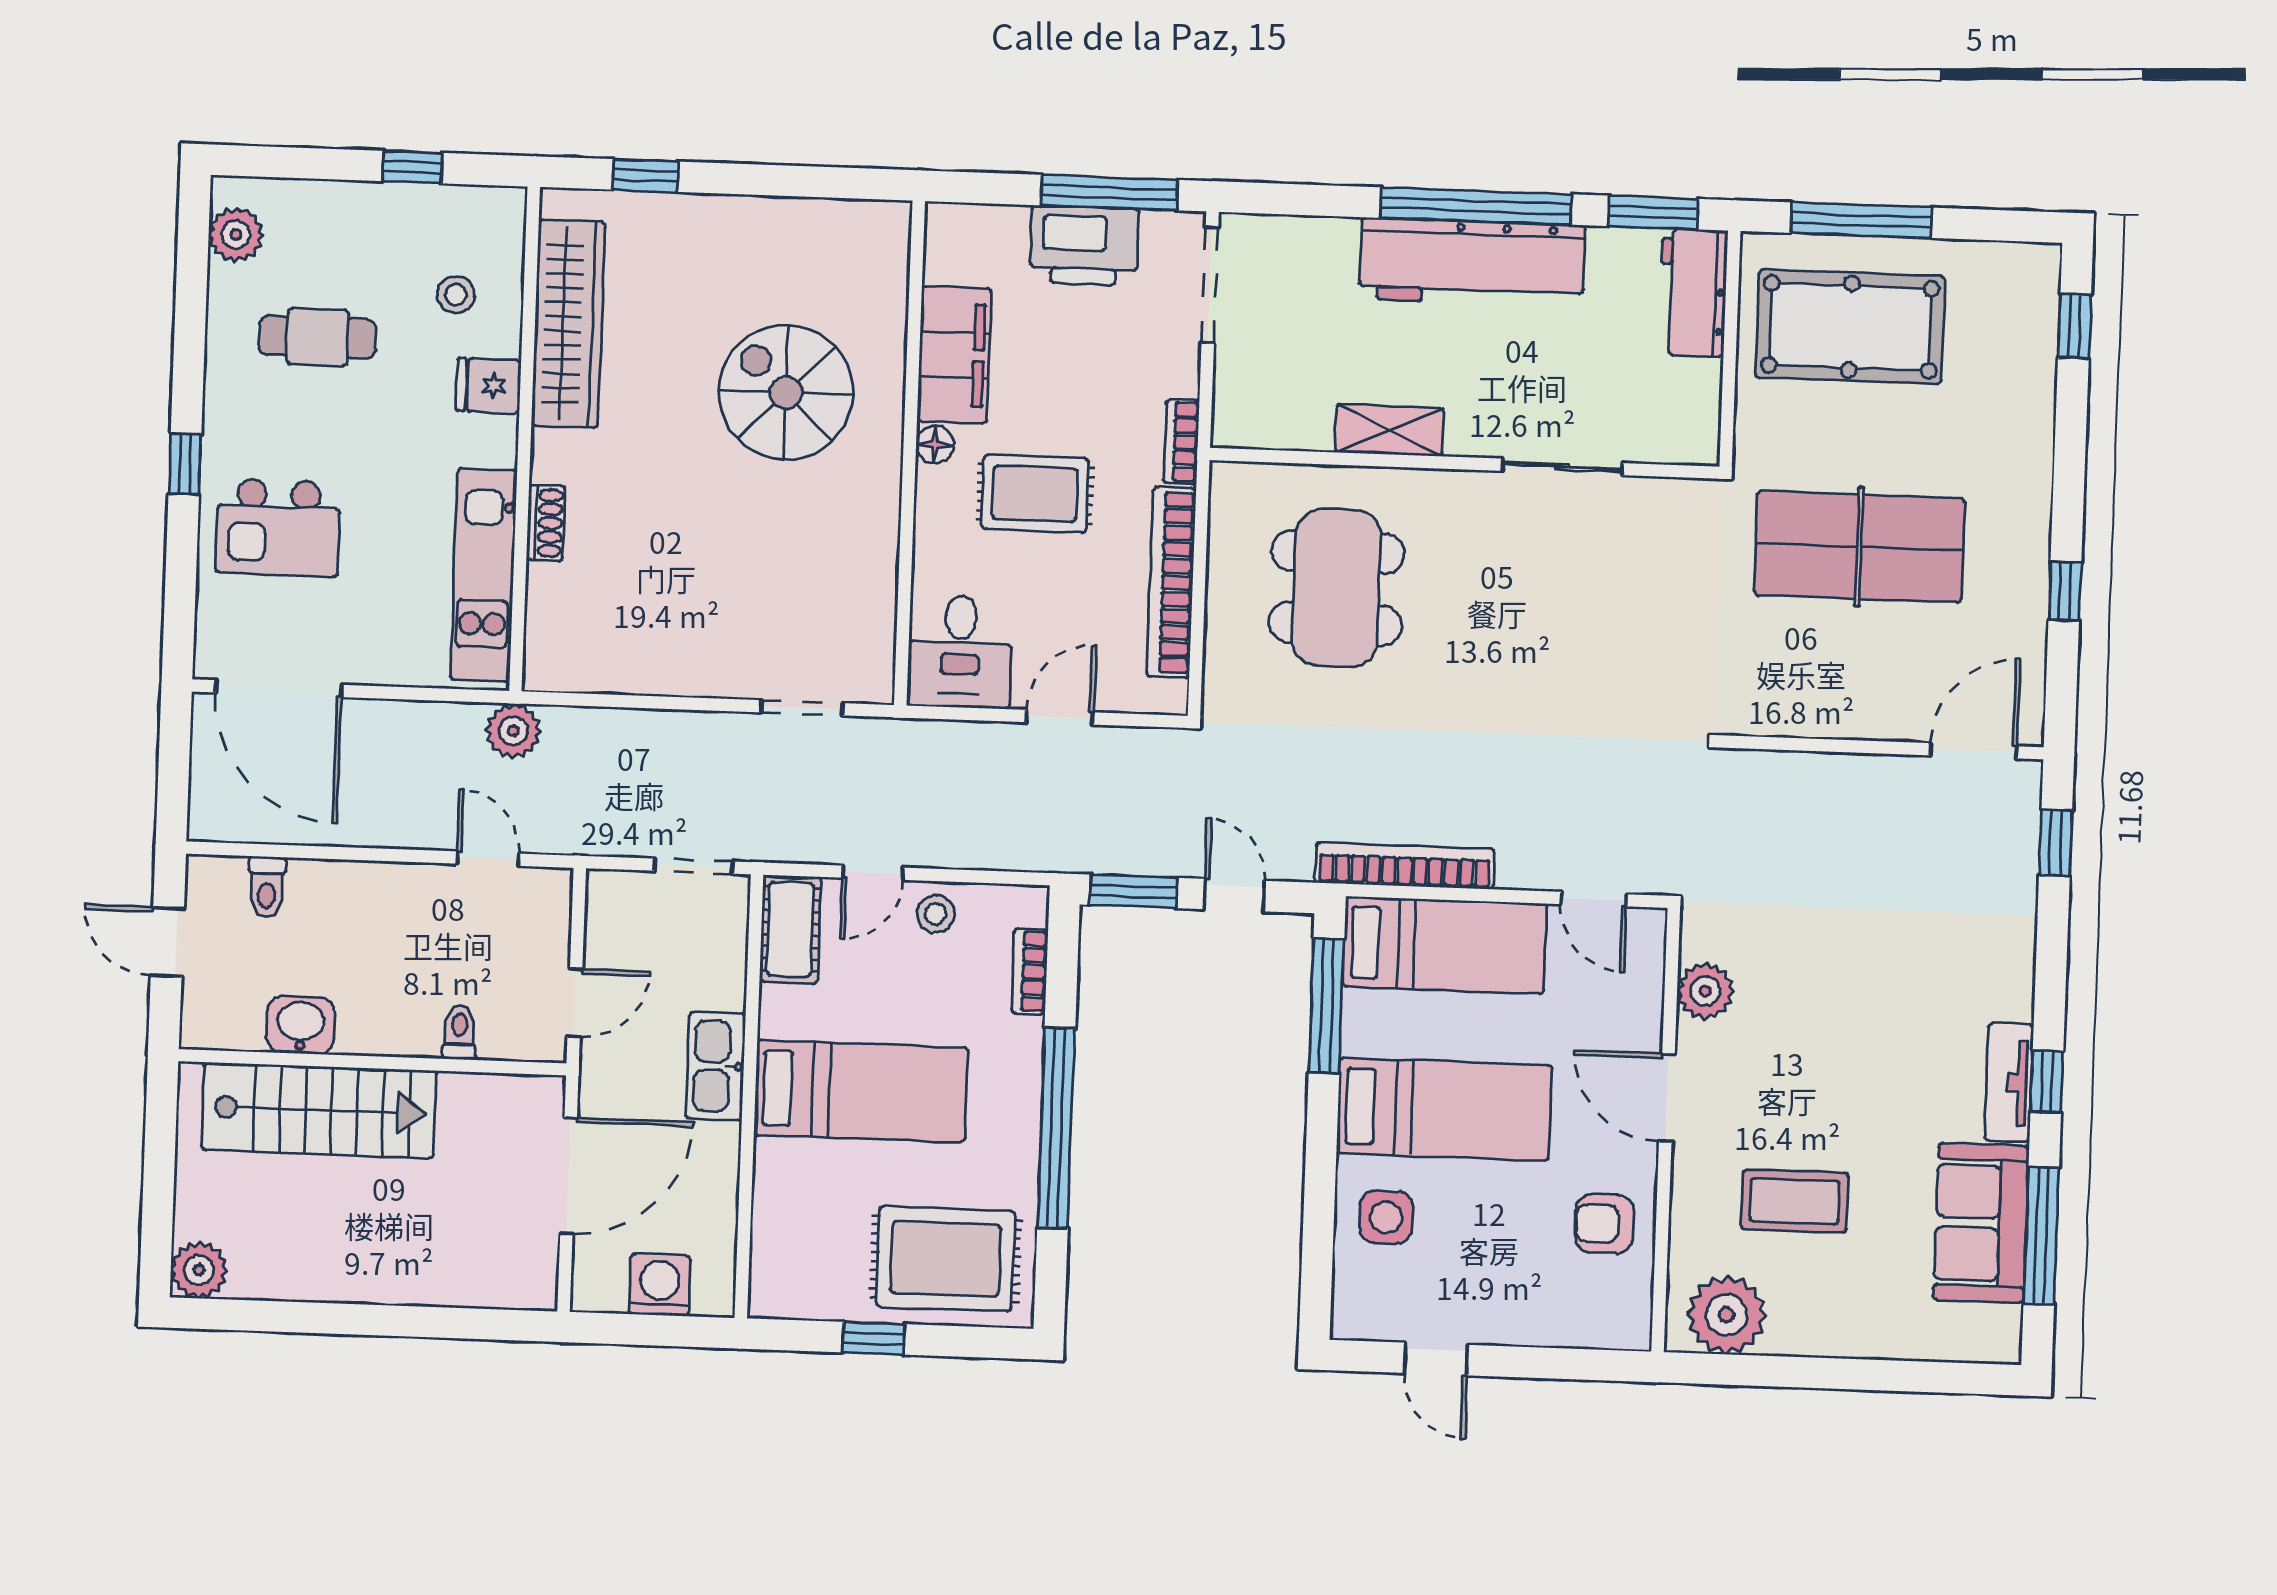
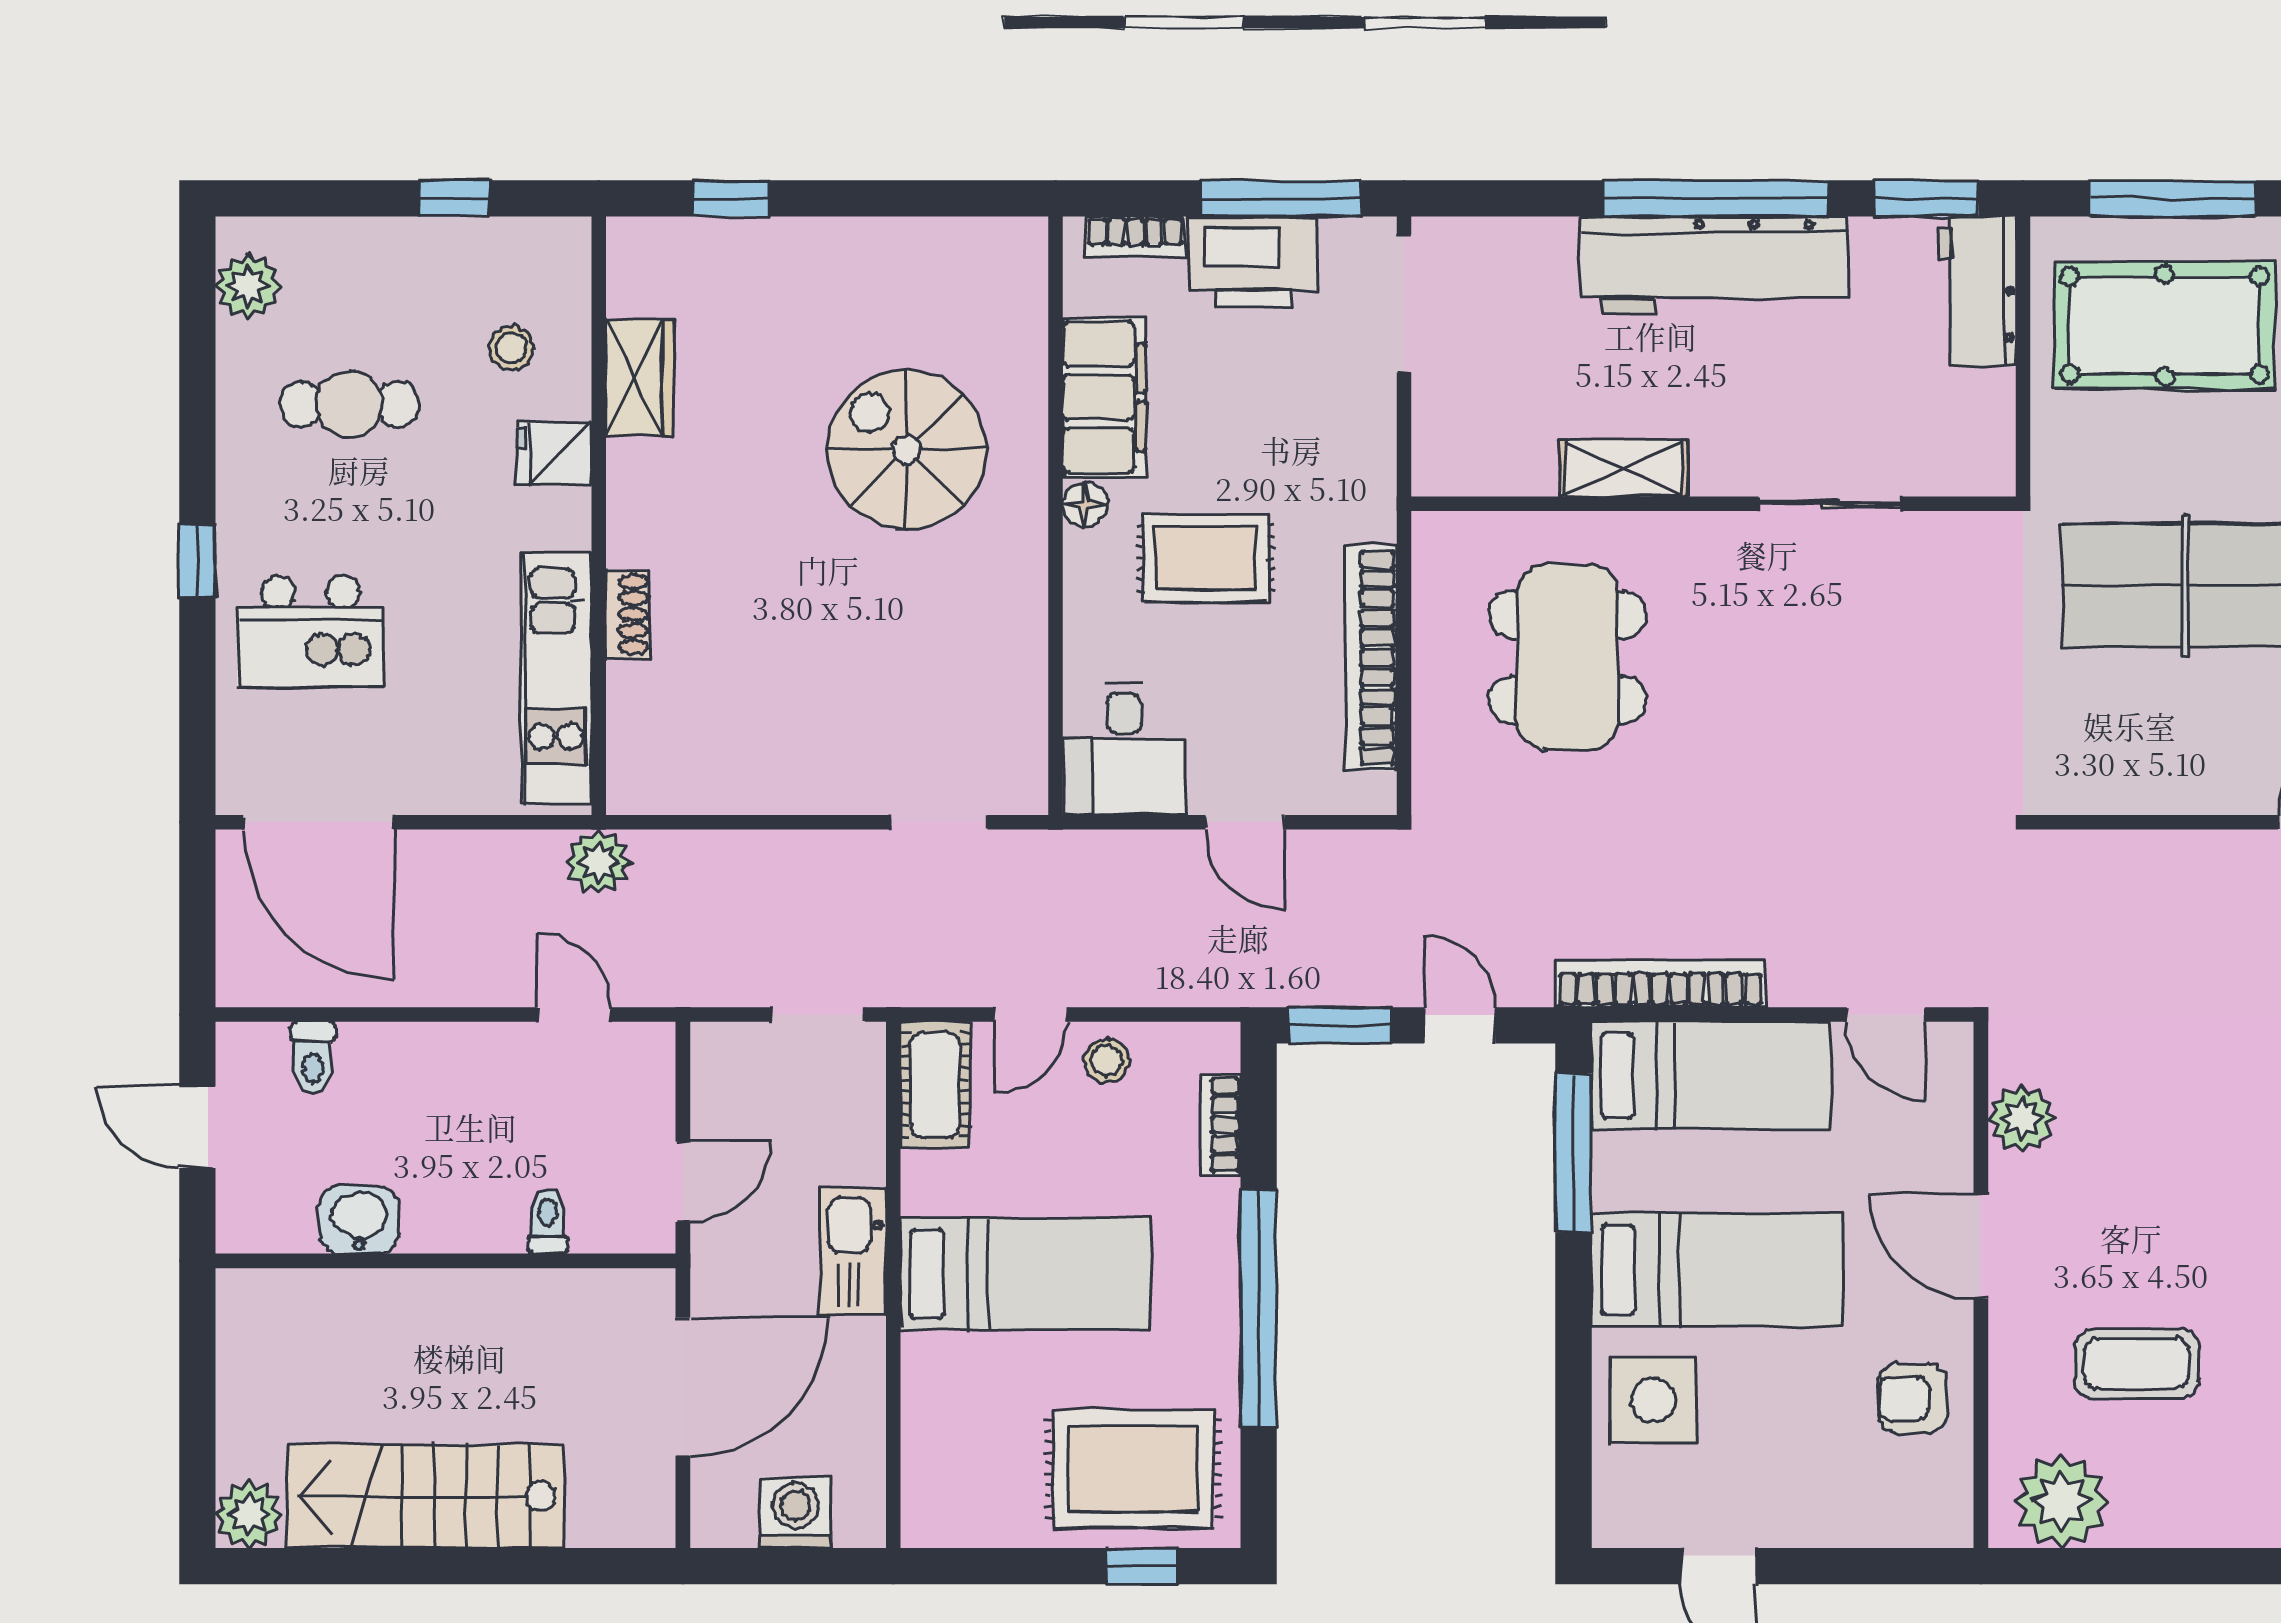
wardrobe: (568, 324) -> (640, 377), width x0.48, depth x0.85
bookcase: (1181, 442) -> (1135, 236), moved, turned -90
door: (1060, 717) -> (1245, 822), swing flipped
stairs: (319, 1110) -> (425, 1496), moved, turned 180
side table: (1386, 1217) -> (1653, 1400), width x1.37, depth x1.37
window: (873, 1338) -> (1142, 1566), moved

